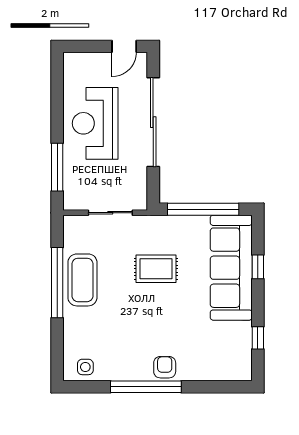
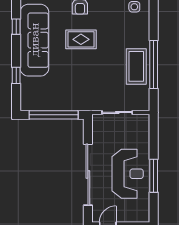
window: (57, 167) -> (154, 176), moved
sofa: (231, 268) -> (34, 40), moved
rug: (156, 269) -> (81, 39), moved

